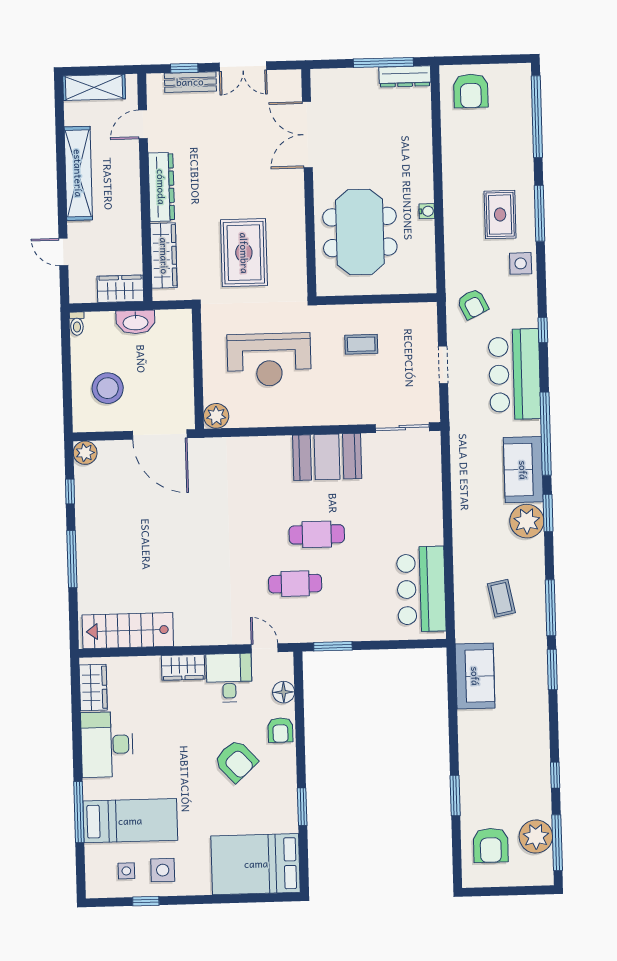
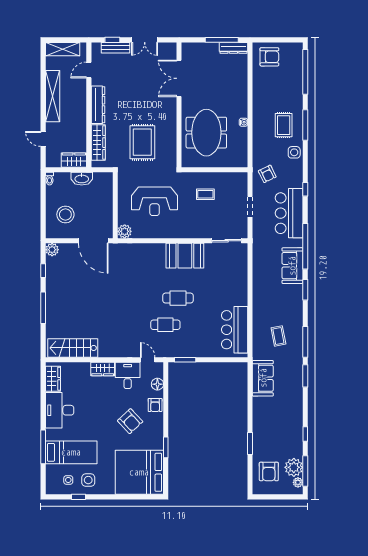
armchair: (471, 91) -> (269, 57), turned -90
plant: (527, 521) -> (298, 482), moved, width x0.53, depth x0.53
bed: (256, 864) -> (139, 472), width x1.36

